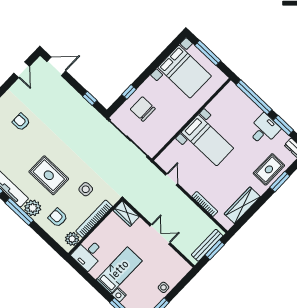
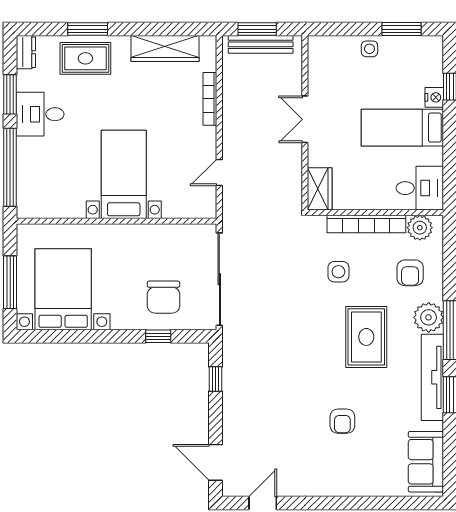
armchair: (21, 122) -> (342, 421), moved

